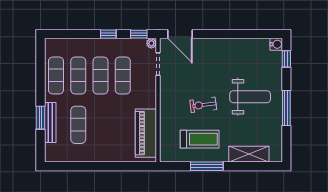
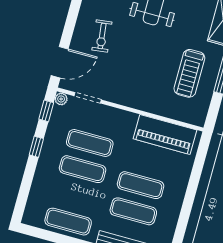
exercise mat: (78, 76) -> (141, 185), moved
exercise bike: (203, 105) -> (102, 36), moved
treadmill: (200, 139) -> (189, 73), turned 180

